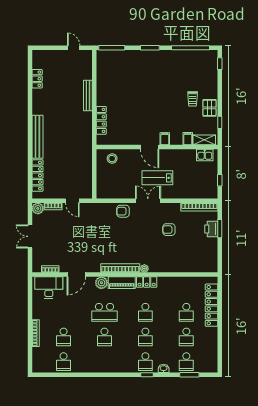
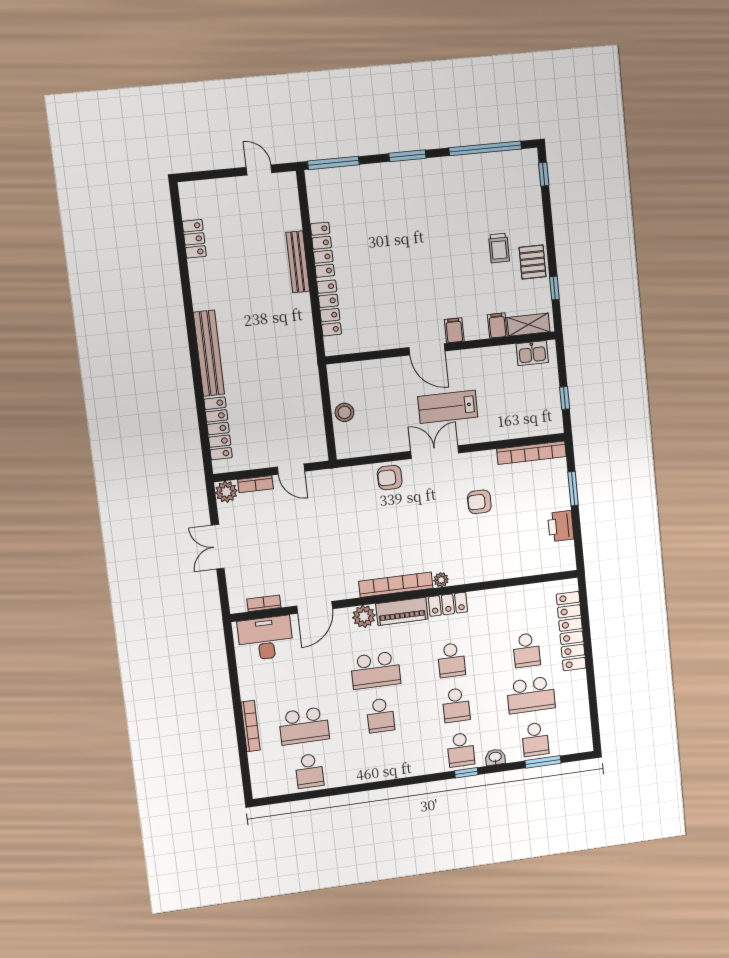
locker: (101, 91) -> (322, 250), added
stool: (112, 159) -> (344, 412), moved
printer: (211, 229) -> (561, 526), moved
school desk: (64, 337) -> (304, 726), width x1.85
school desk: (186, 337) -> (531, 695), width x1.85

